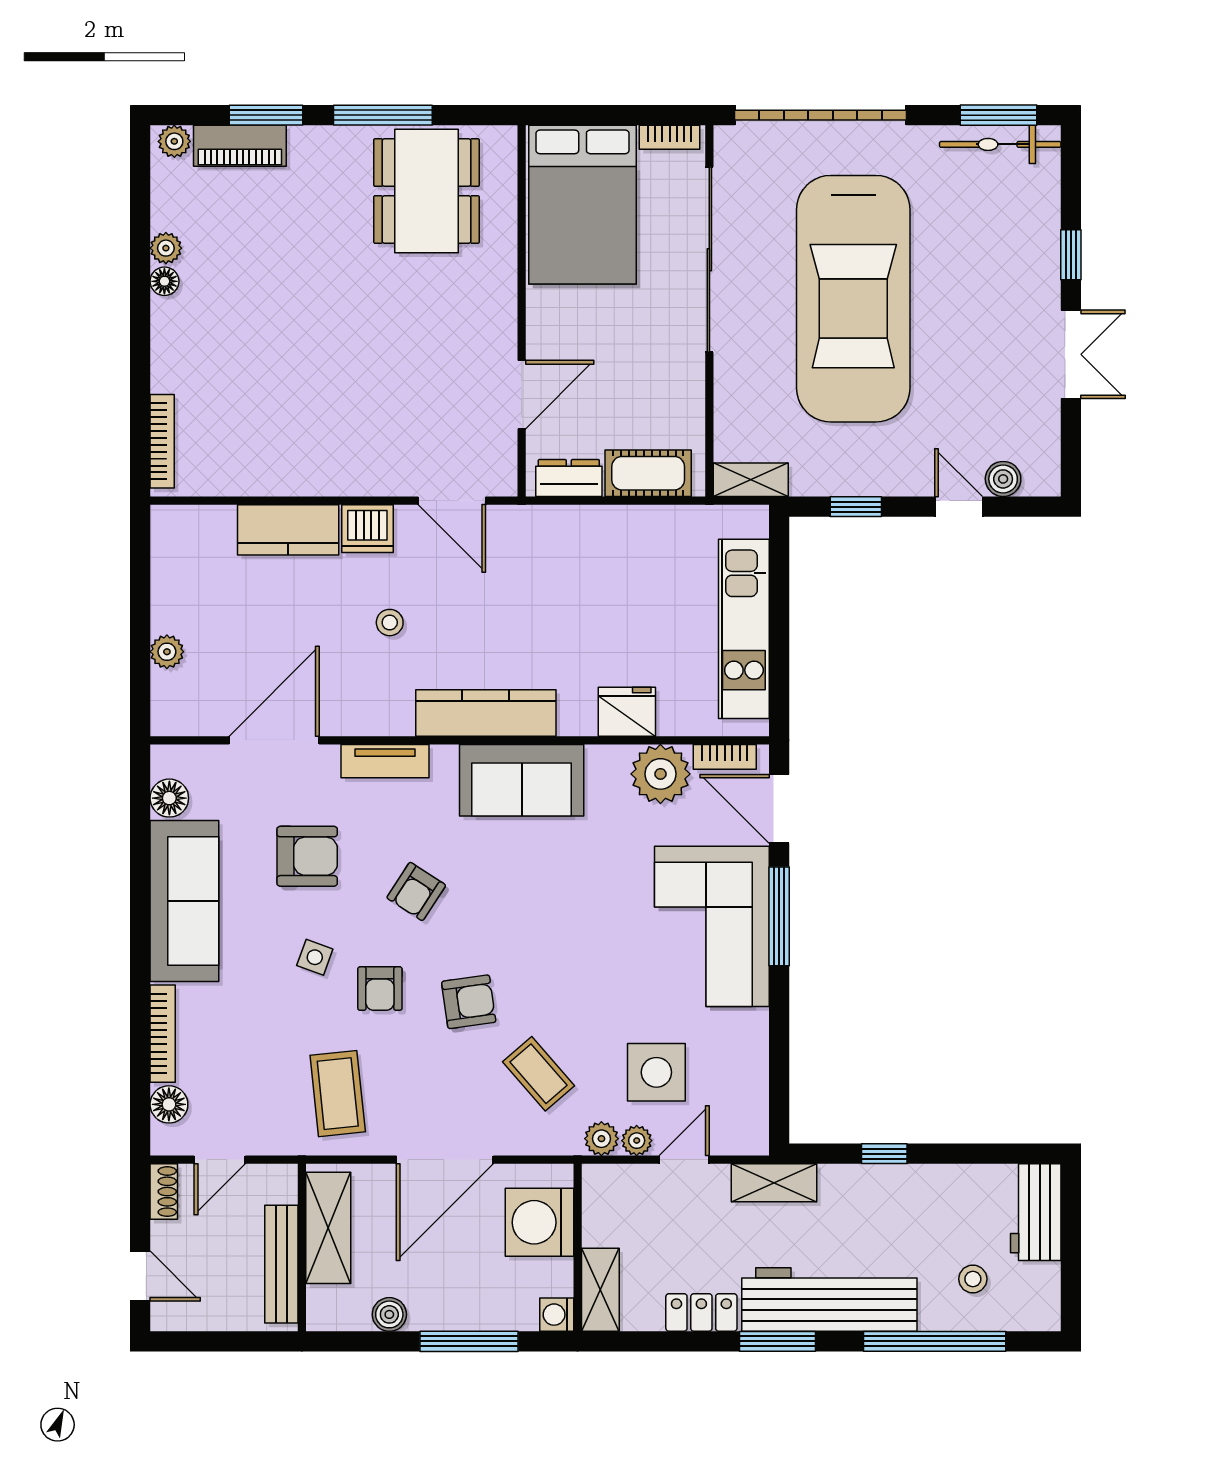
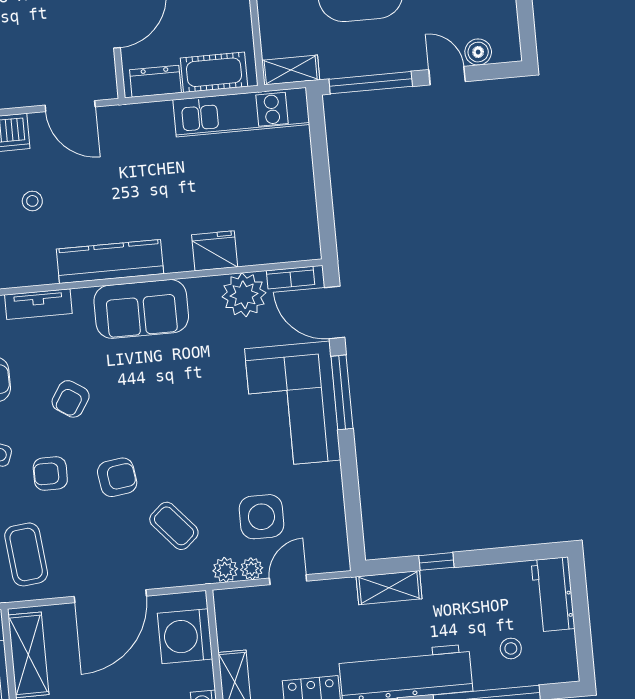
window: (856, 507) -> (371, 83), width x2.17
kitchen unit: (744, 629) -> (241, 112), moved, turned -90
armchair: (380, 989) -> (50, 474), turned 90
shelving: (774, 1183) -> (389, 588), moved

